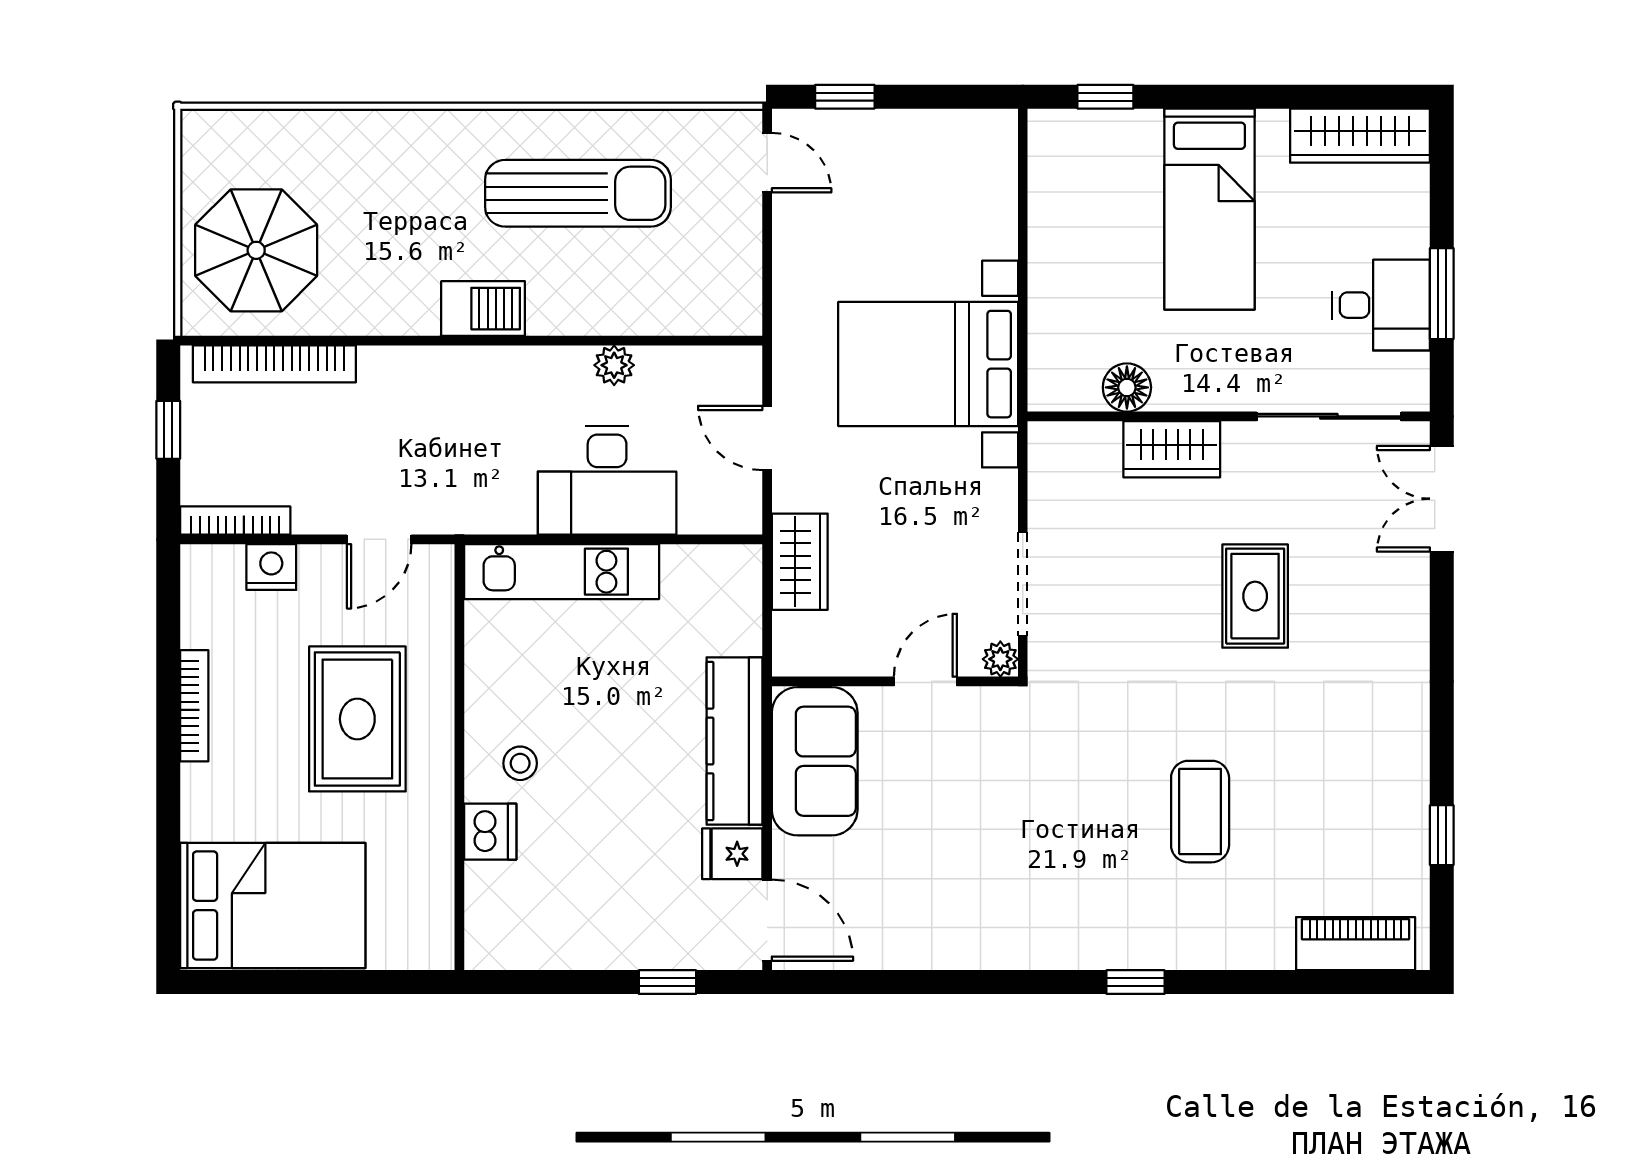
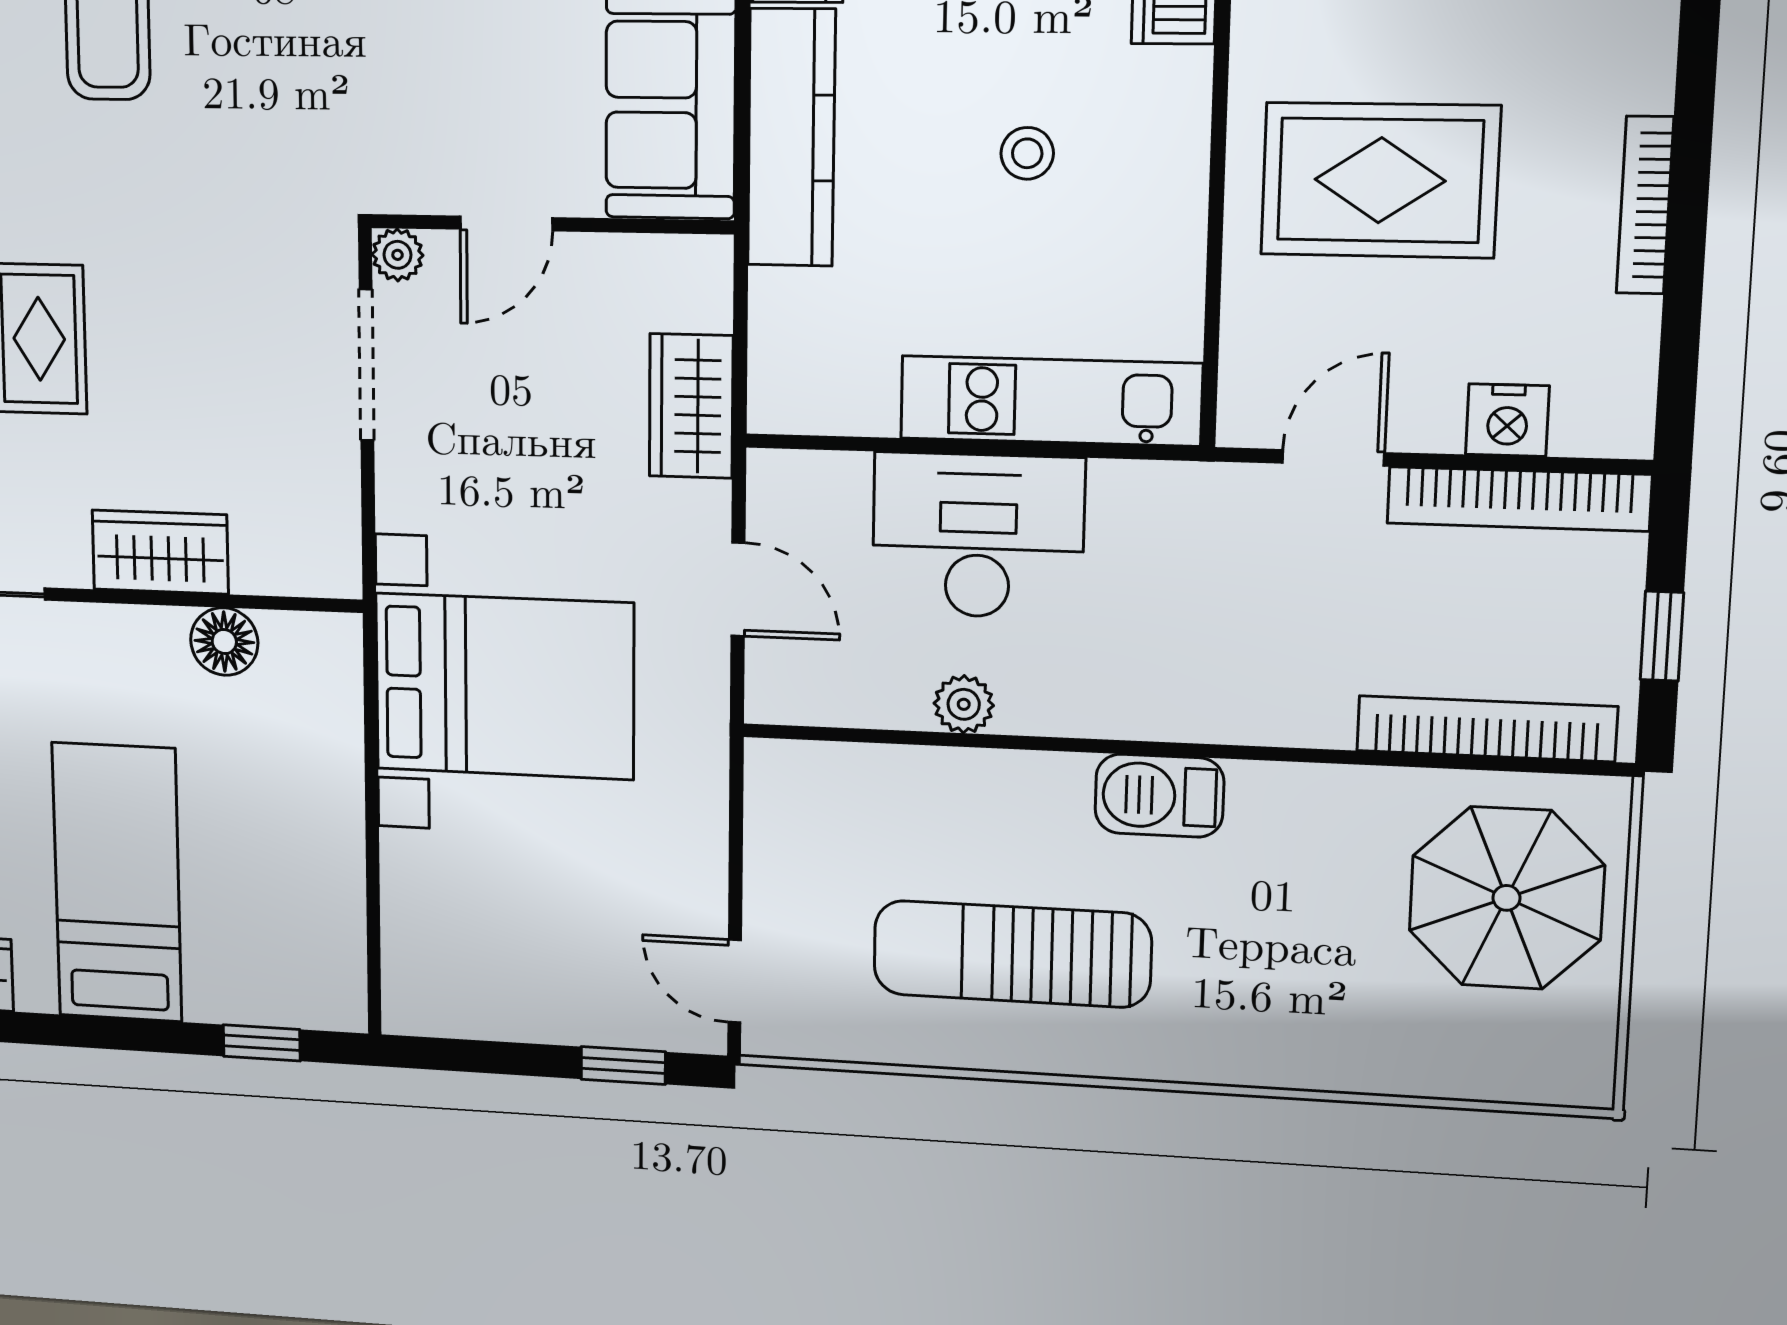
bookcase: (235, 521) -> (1519, 499), width x1.48, depth x1.31
rug: (357, 719) -> (1380, 180), turned 90
stool: (520, 763) -> (1027, 153), moved

